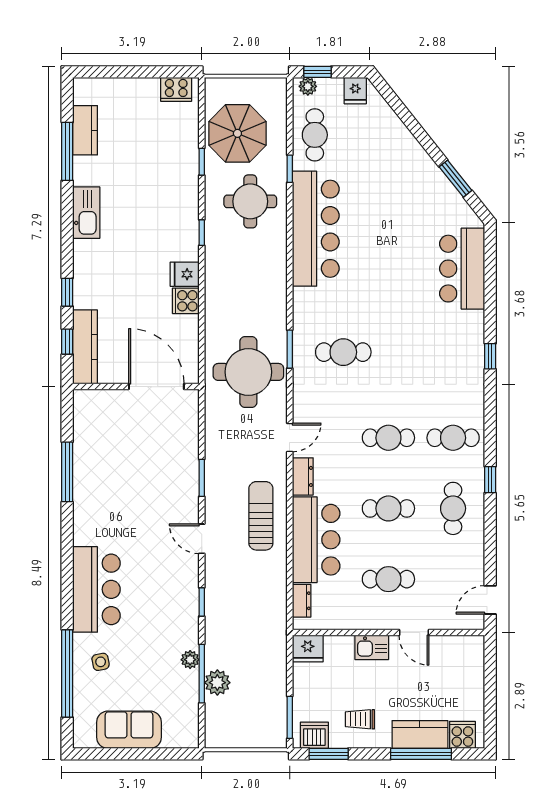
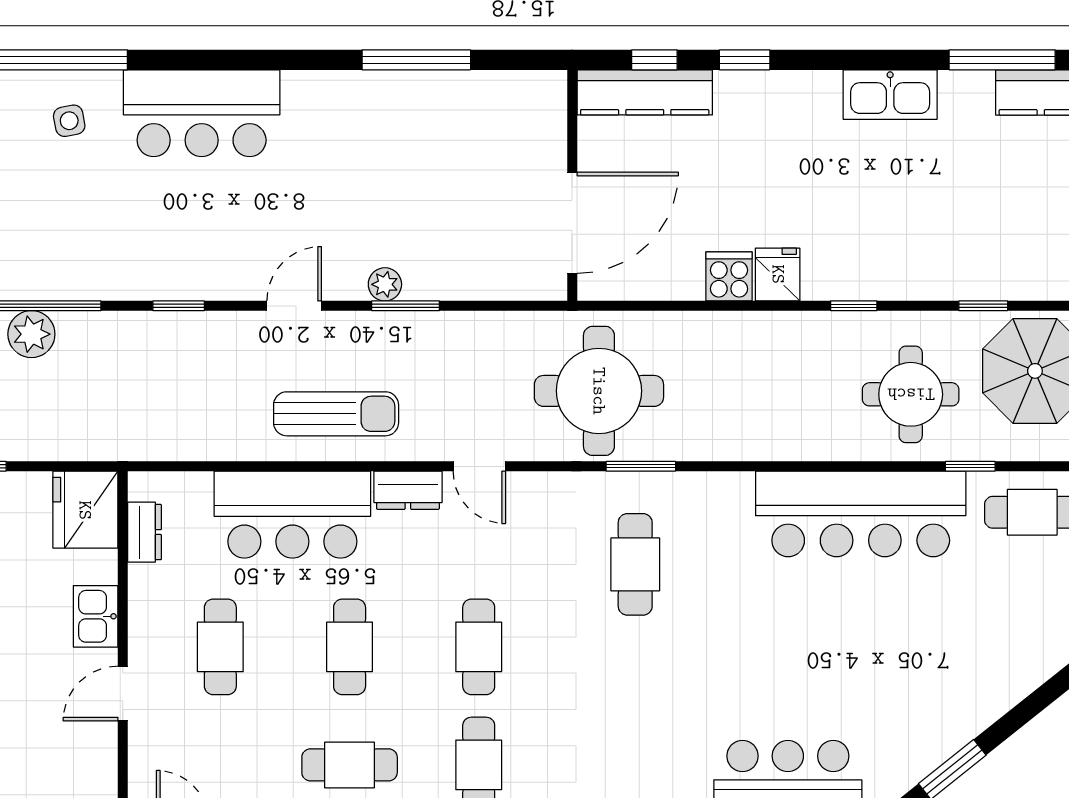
dresser: (302, 601) -> (145, 532), moved, turned -90
fridge: (308, 648) -> (85, 510), width x1.36, depth x1.34
plant: (190, 660) -> (385, 284), moved

